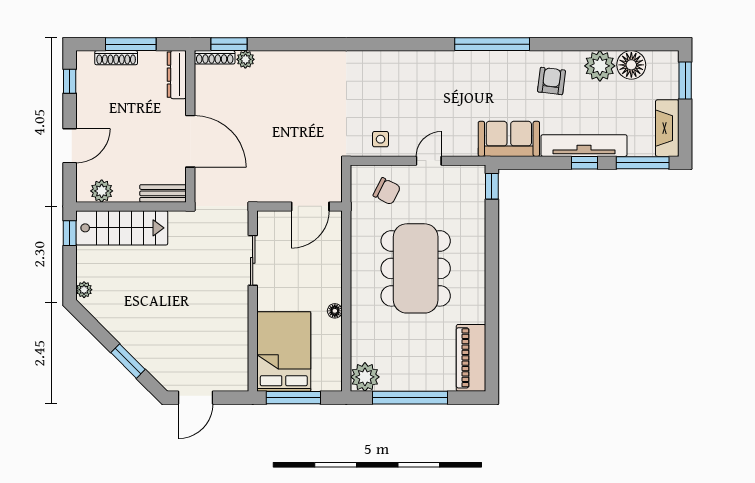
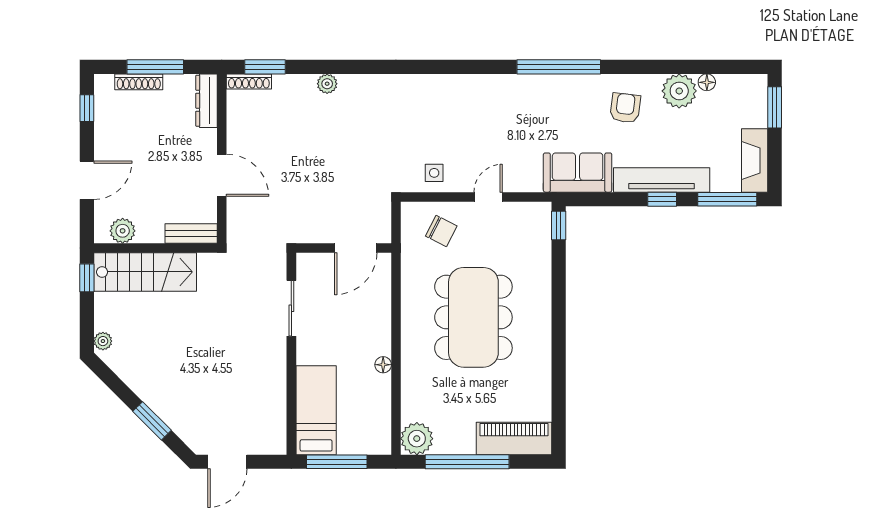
plant: (245, 59) -> (327, 84), moved
floor lamp: (631, 65) -> (707, 82), width x0.53, depth x0.53
door: (190, 141) -> (222, 175), width x0.73
bed: (284, 352) -> (316, 410), width x0.67
piano: (471, 358) -> (514, 438), moved, turned 90

